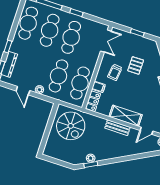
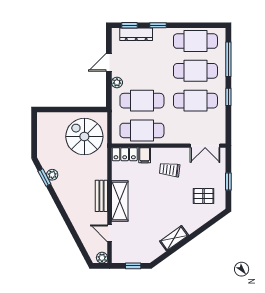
pallet: (136, 65) -> (204, 196), moved
spiral stairs: (71, 126) -> (84, 137), turned 90

